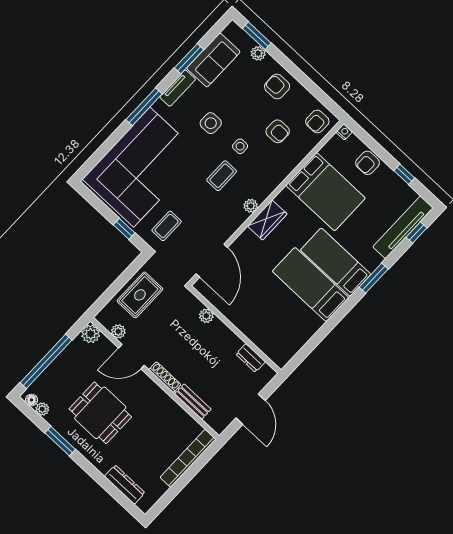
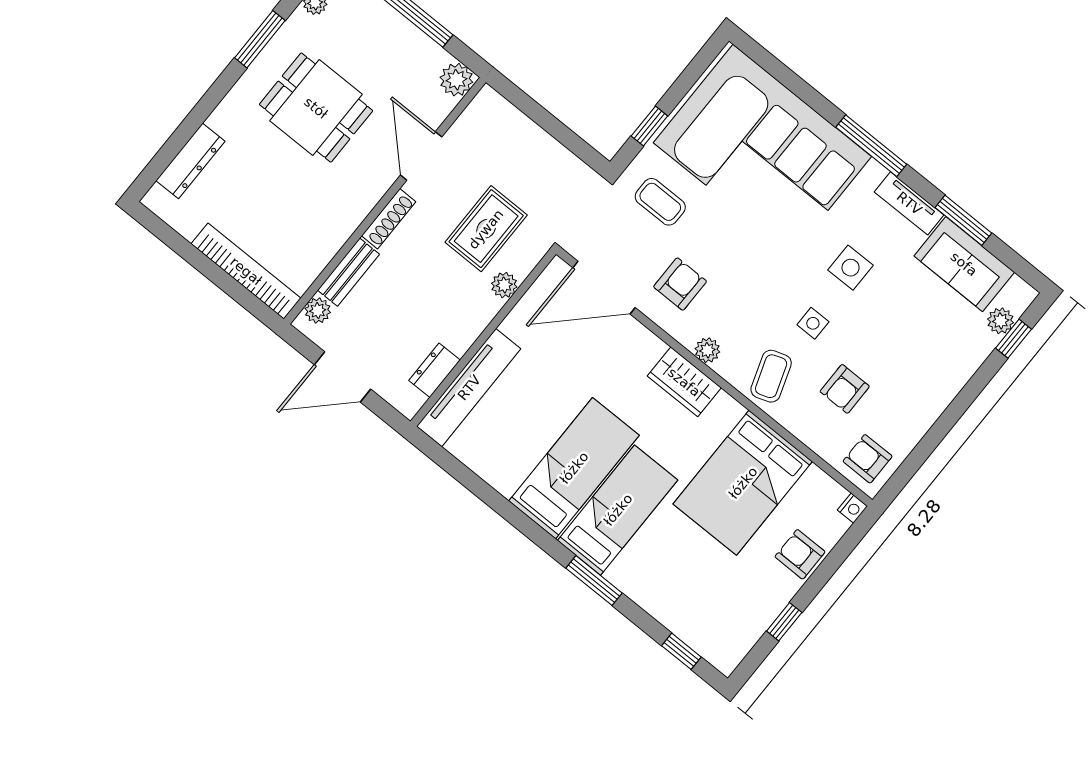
window: (257, 36) -> (1013, 339), width x0.67
plant: (258, 53) -> (1001, 321), moved
armchair: (277, 87) -> (680, 284), moved
coffee table: (222, 176) -> (771, 376), moved, turned 71
tv unit: (403, 227) -> (469, 388), moved, turned 90
rug: (140, 295) -> (486, 229), moved, turned 90
plant: (118, 331) -> (318, 311), moved
dining table: (100, 413) -> (316, 108), turned 90

